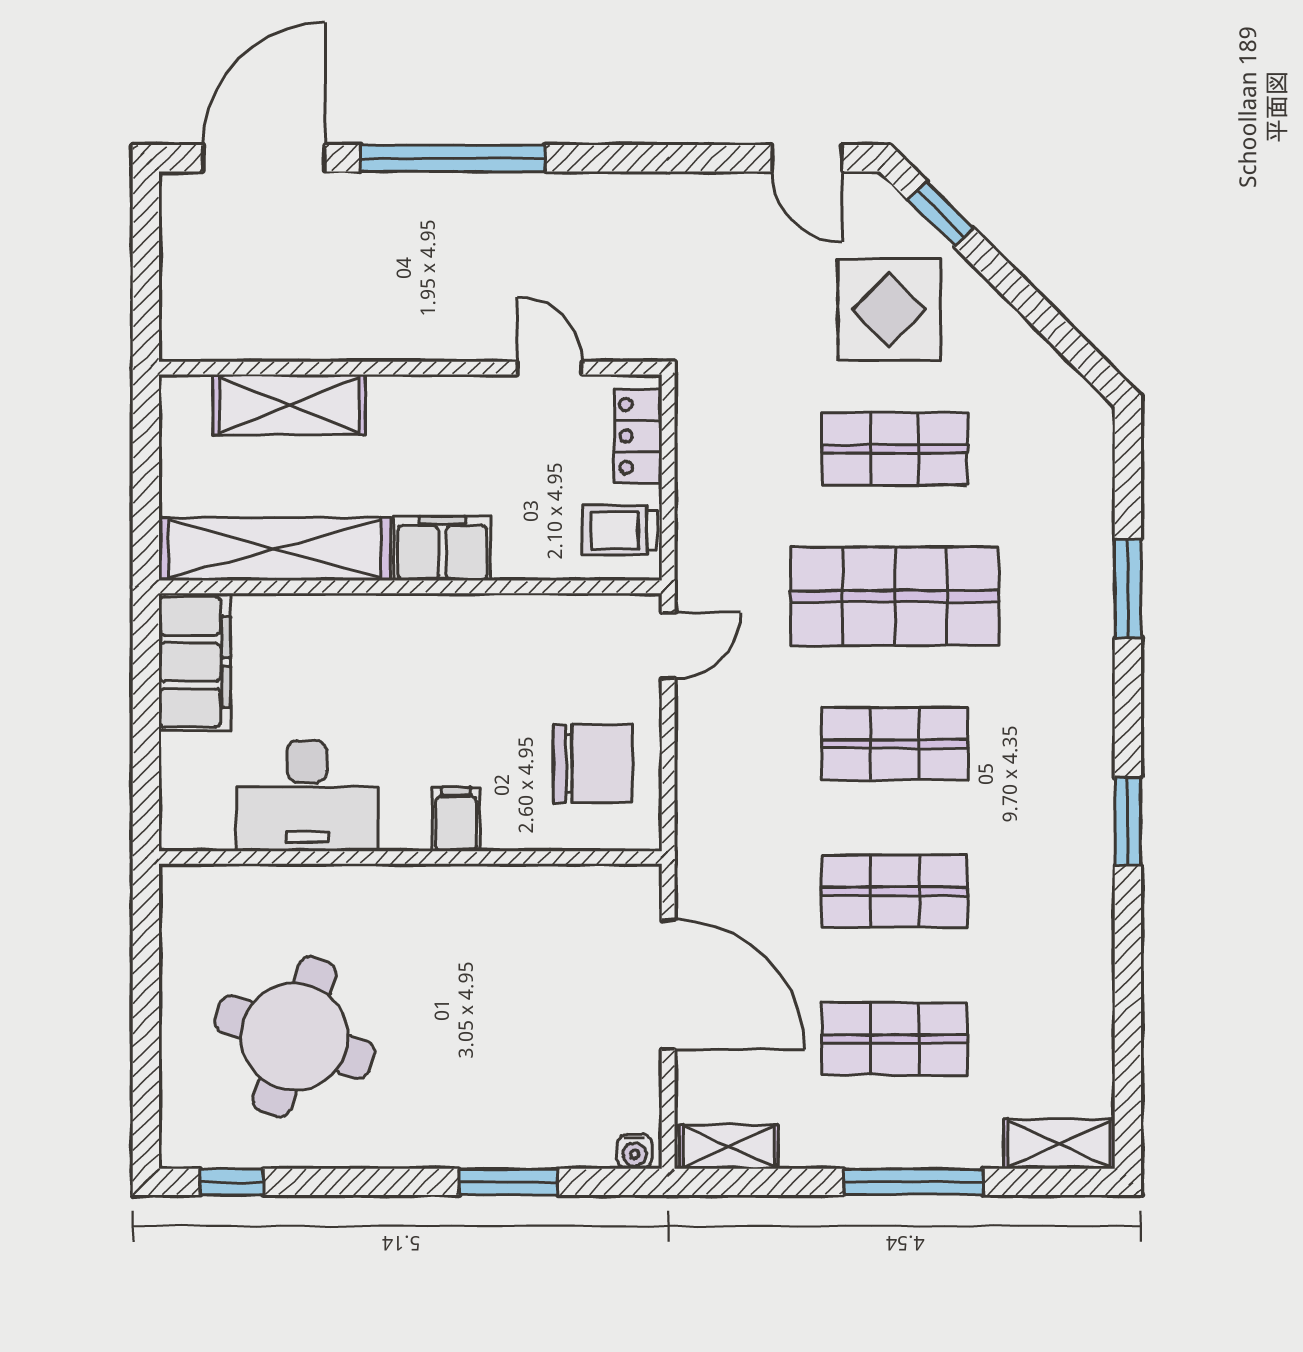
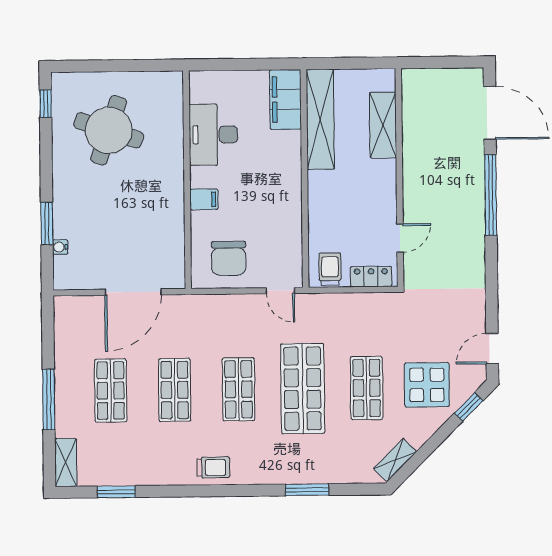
filing cabinet: (442, 548) -> (321, 192), removed
filing cabinet: (195, 662) -> (285, 100), moved, turned 90
trolley: (1074, 804) -> (213, 467), added
window: (1128, 821) -> (116, 492), moved
shelving: (729, 1147) -> (395, 460), moved, turned 45
water cooler: (635, 1152) -> (60, 247), moved

